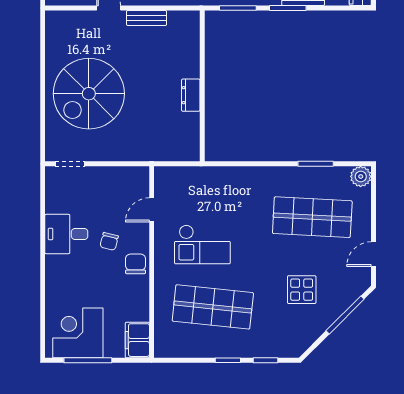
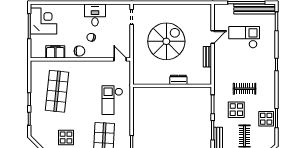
spiral stairs: (89, 94) -> (166, 41), moved, turned 90
dresser: (191, 95) -> (178, 80), moved
door: (152, 210) -> (120, 59), moved
checkout: (202, 244) -> (112, 100), moved
filing cabinet: (137, 340) -> (55, 52), moved

